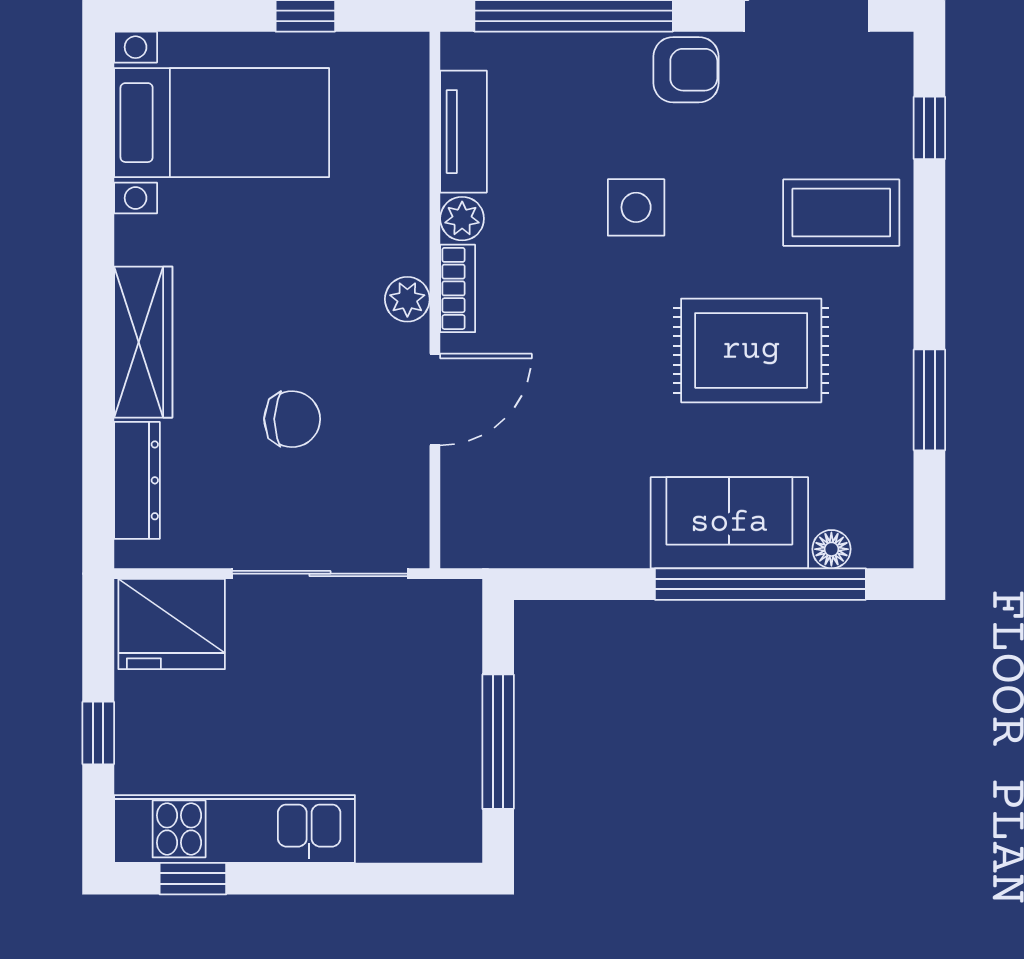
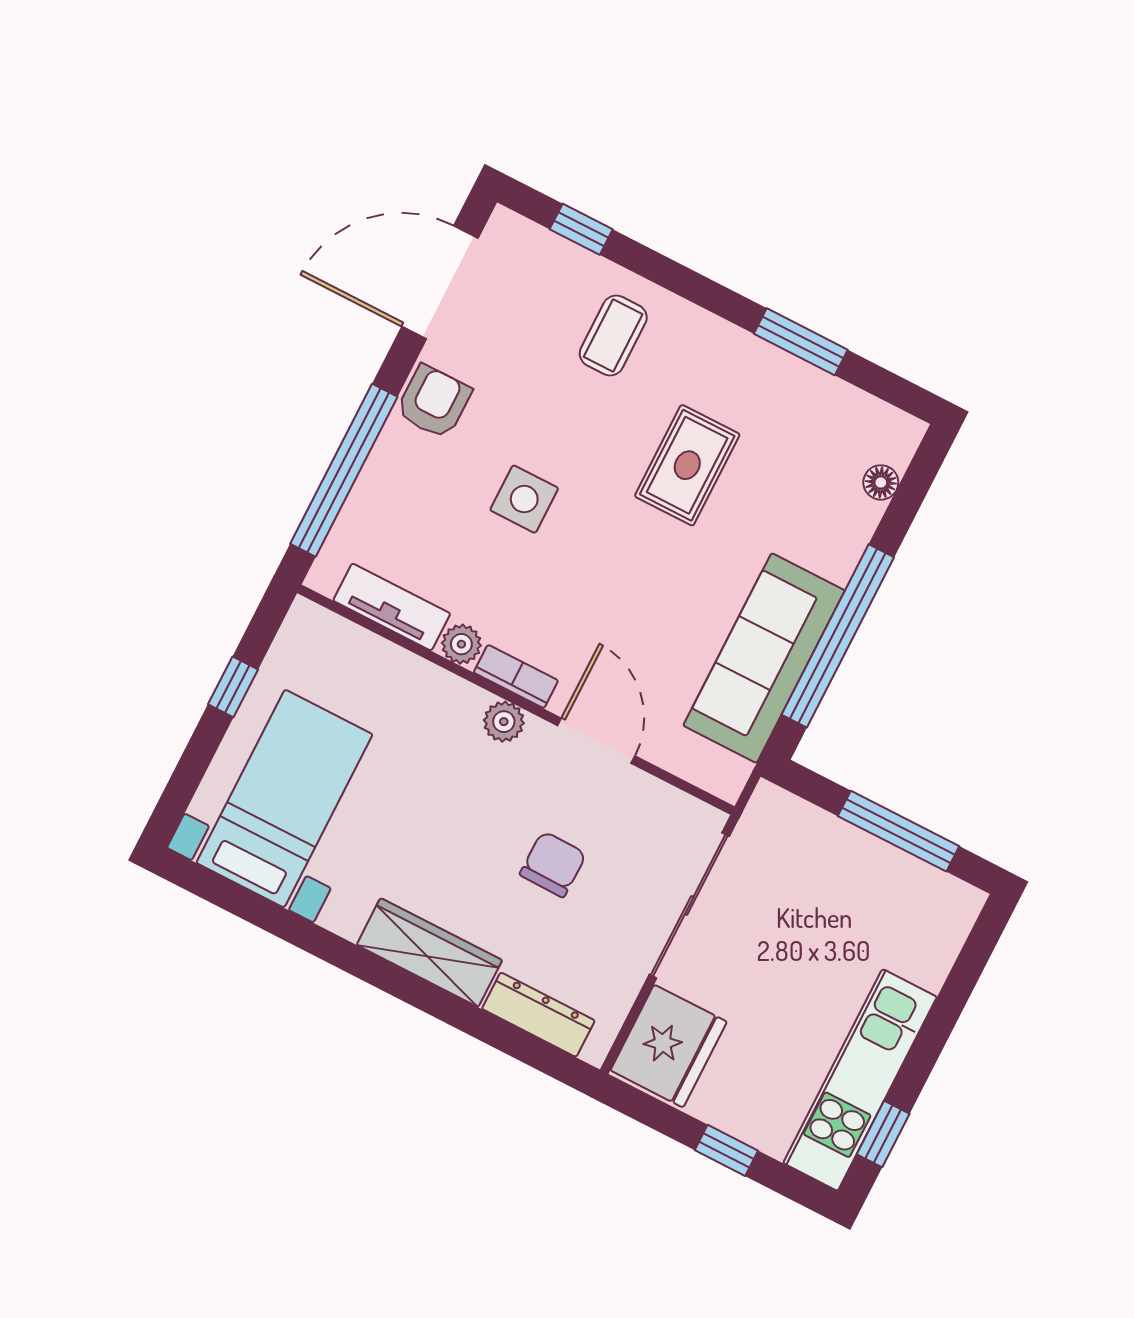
coffee table: (841, 213) -> (613, 336), width x0.73, depth x0.77
rug: (751, 350) -> (687, 465), width x0.73, depth x0.70
sofa: (729, 523) -> (764, 658), moved, width x1.36
window: (760, 584) -> (838, 636), moved

